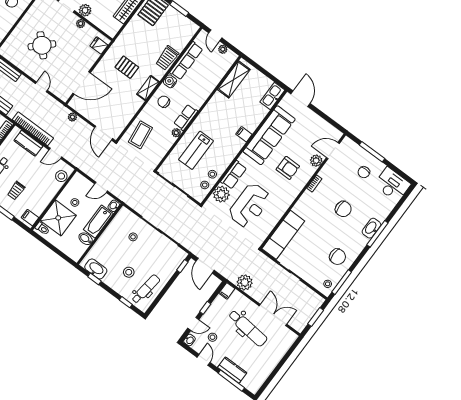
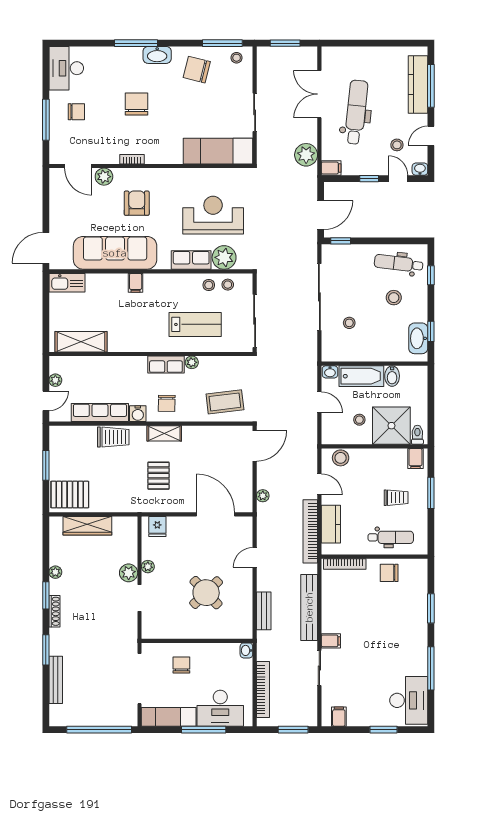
washbasin: (371, 228) -> (157, 55), moved
chair: (337, 257) -> (197, 70), turned -76
kitchen counter: (232, 370) -> (418, 84), width x1.50

